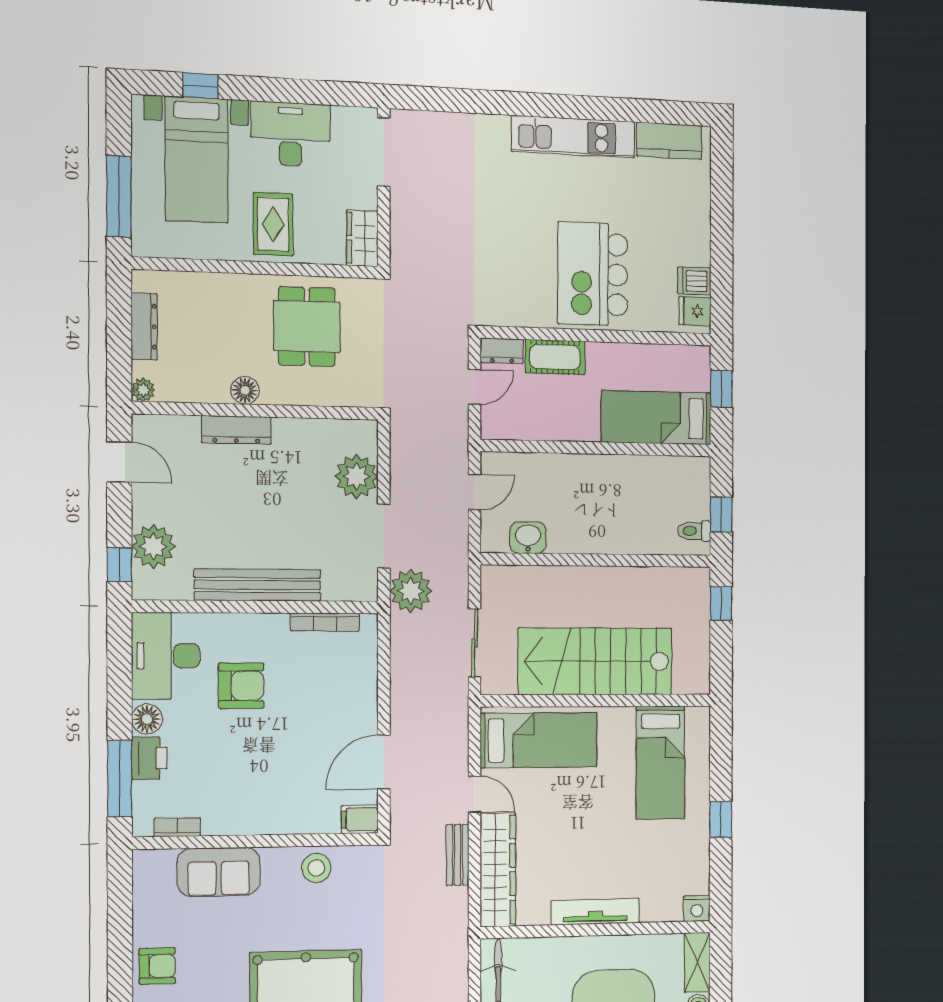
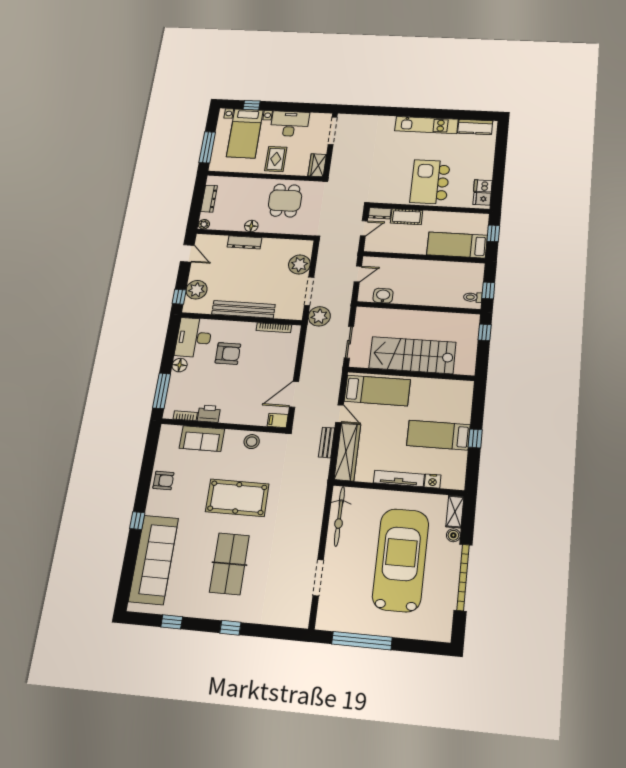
printer: (149, 758) -> (209, 414), moved, turned -90
bed: (661, 762) -> (439, 435), moved, turned 90
nightstand: (697, 908) -> (433, 481), moved

